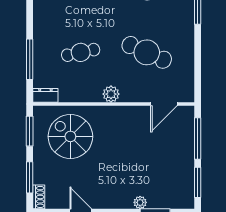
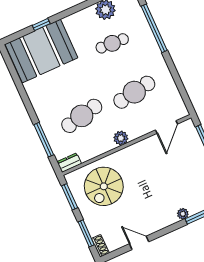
cafe table: (81, 52) -> (82, 116), width x1.37, depth x1.35
cafe table: (147, 52) -> (134, 92), turned -33
spiral stairs: (70, 136) -> (104, 186), turned -90

